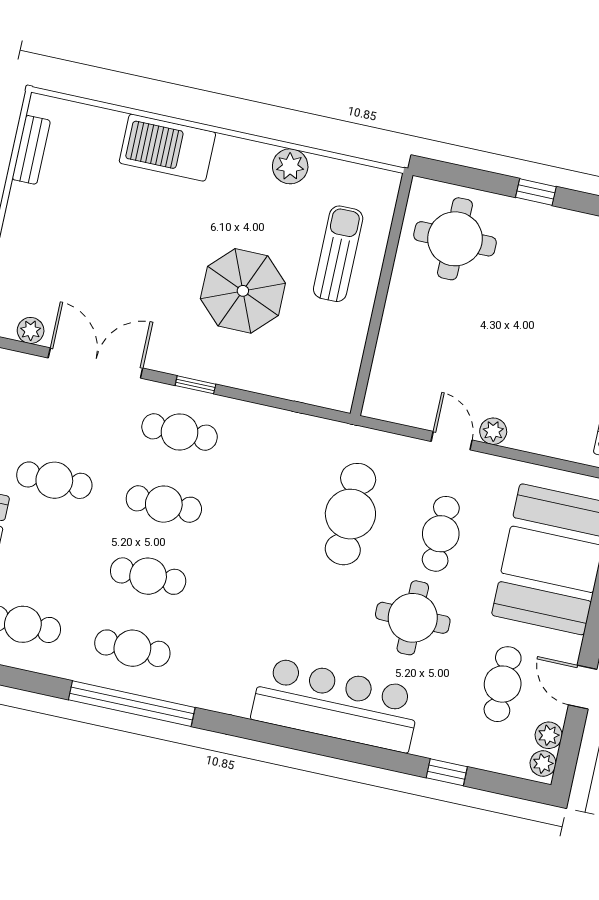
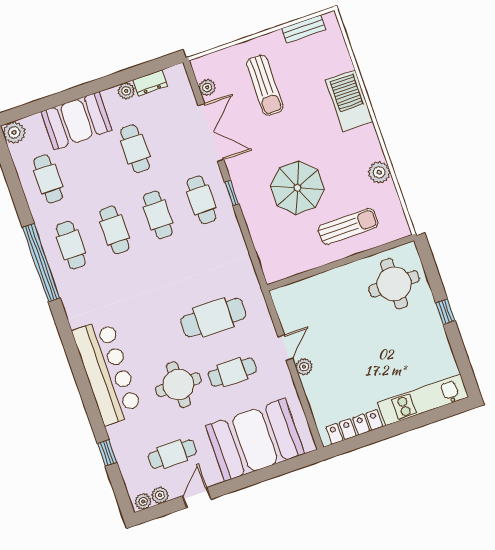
sun lounger: (76, 250) -> (265, 85), added

